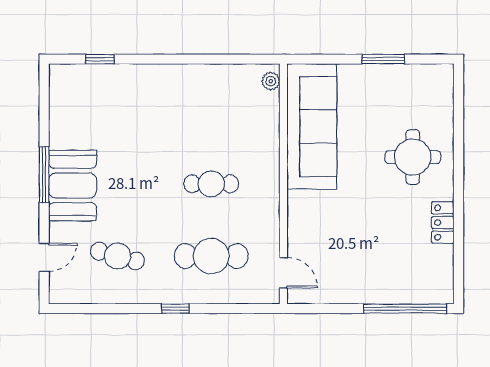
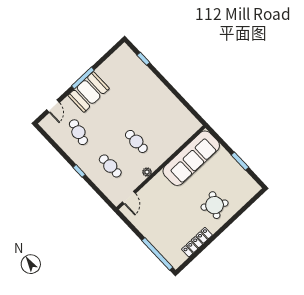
plant: (271, 81) -> (147, 172), moved
round table: (413, 157) -> (215, 205), turned 32
locker: (443, 223) -> (197, 242), width x1.53
cafe table: (211, 256) -> (110, 166), width x0.73, depth x0.74
door: (44, 257) -> (53, 106), hinge flipped

